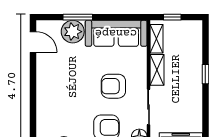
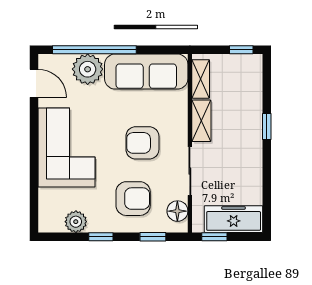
window: (78, 17) -> (94, 50), width x2.11
window: (172, 17) -> (241, 50), moved
corner sofa: (57, 90) -> (67, 147), added

